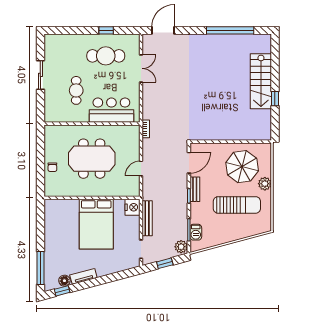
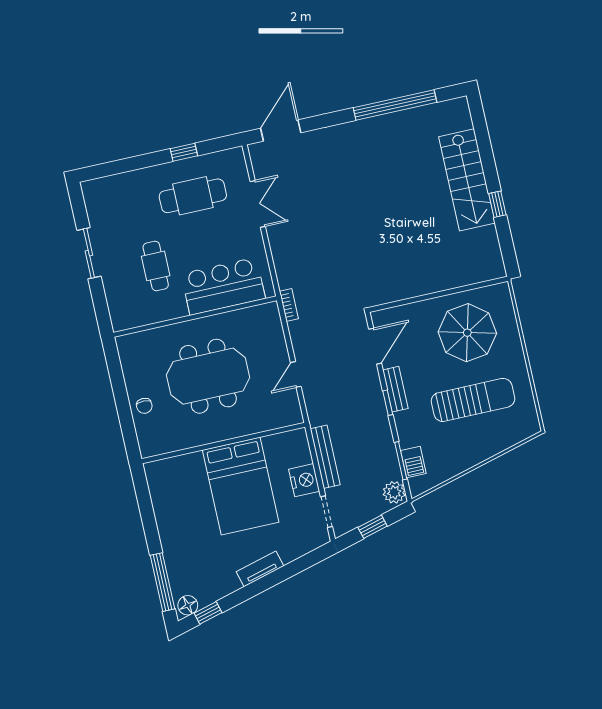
plant: (265, 184) -> (512, 353), removed
nightstand: (132, 207) -> (304, 480), moved
tv unit: (83, 276) -> (260, 569), moved
floor lamp: (64, 281) -> (188, 605), moved

